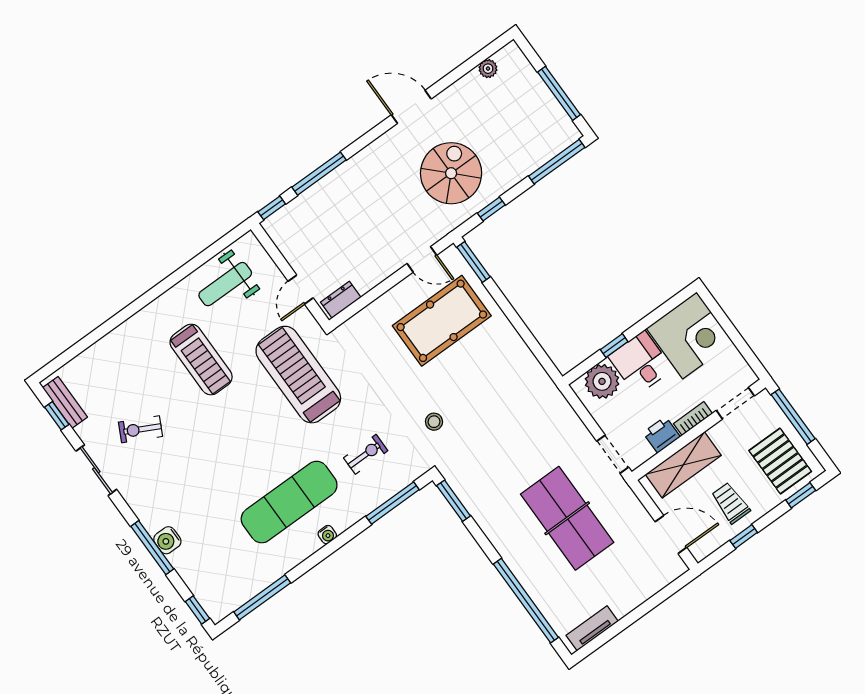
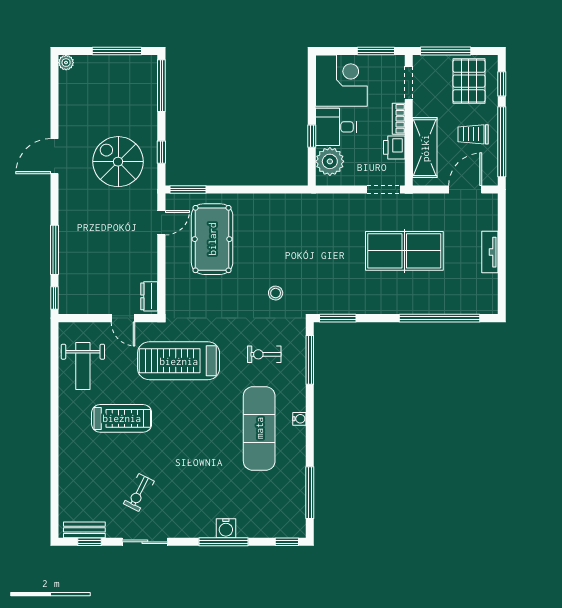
plant: (488, 69) -> (66, 63), moved
window: (743, 348) -> (376, 51), added
exercise bike: (366, 454) -> (264, 354), turned -90
pallet: (780, 461) -> (469, 81), turned 90
window: (744, 536) -> (502, 142), width x3.17
tv unit: (592, 628) -> (490, 252), moved

